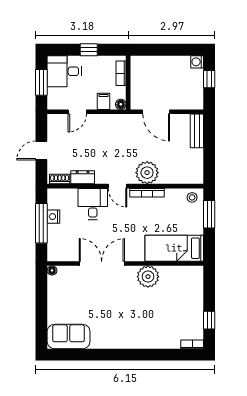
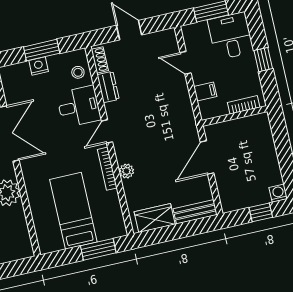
floor lamp: (121, 104) -> (206, 113), removed
wardrobe: (195, 164) -> (155, 218), added
plant: (147, 173) -> (126, 171), width x0.53, depth x0.53
stool: (192, 197) -> (78, 72), moved
nightstand: (53, 217) -> (39, 66), moved
window: (41, 223) -> (42, 50), width x0.69
bed: (174, 248) -> (73, 211), moved

